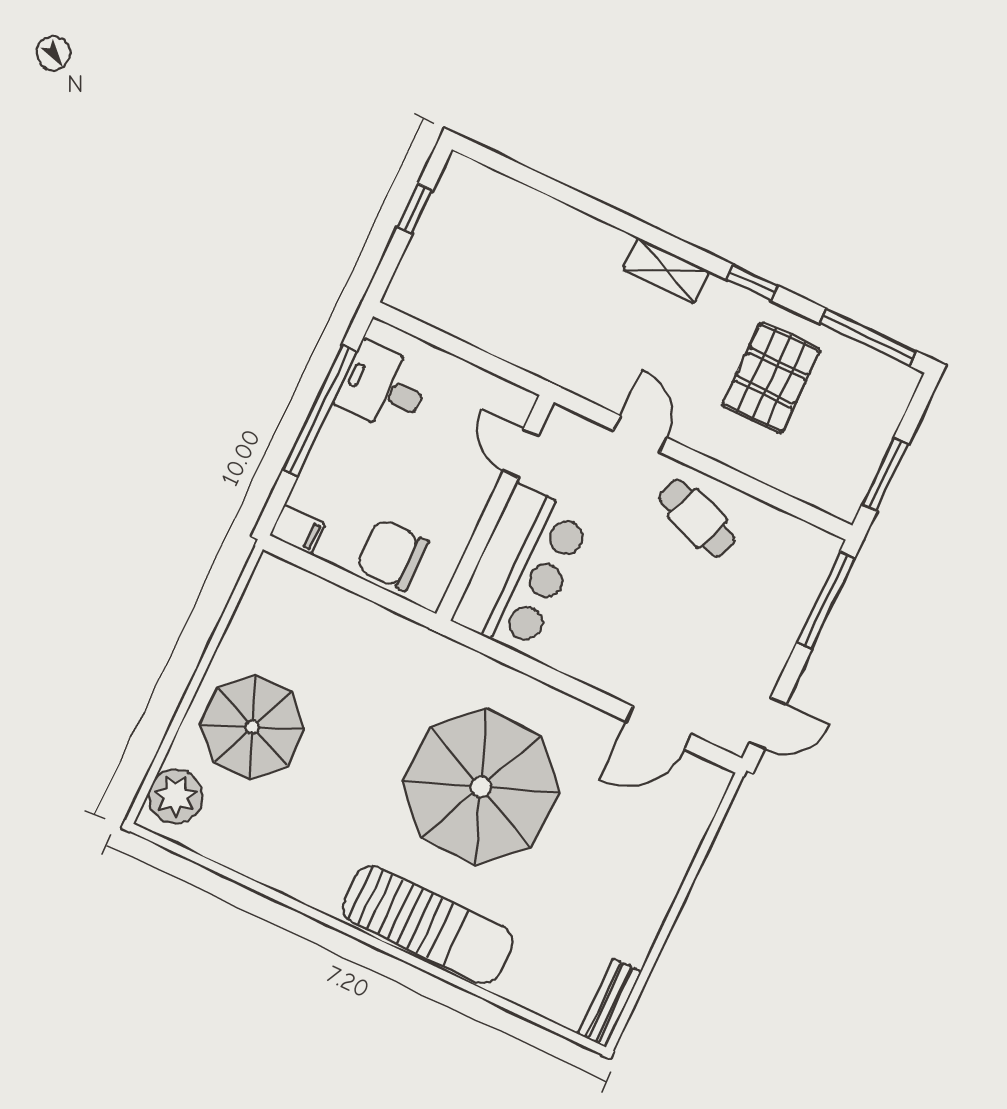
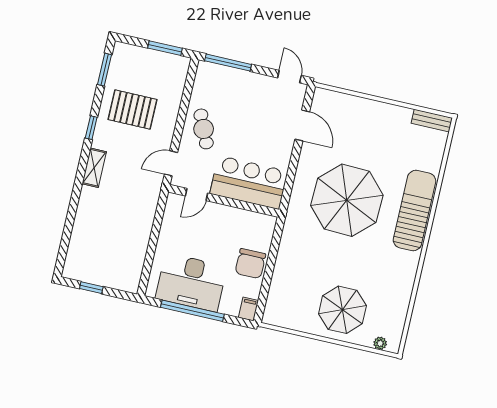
window: (868, 337) -> (105, 70), width x0.69
desk: (383, 387) -> (191, 282), width x1.87, depth x1.30
door: (521, 453) -> (197, 195), moved
wall: (495, 508) -> (224, 201), moved
cafe table: (697, 518) -> (204, 129), turned -45
bar counter: (522, 569) -> (249, 182), moved
plant: (176, 796) -> (380, 343), width x0.53, depth x0.53

